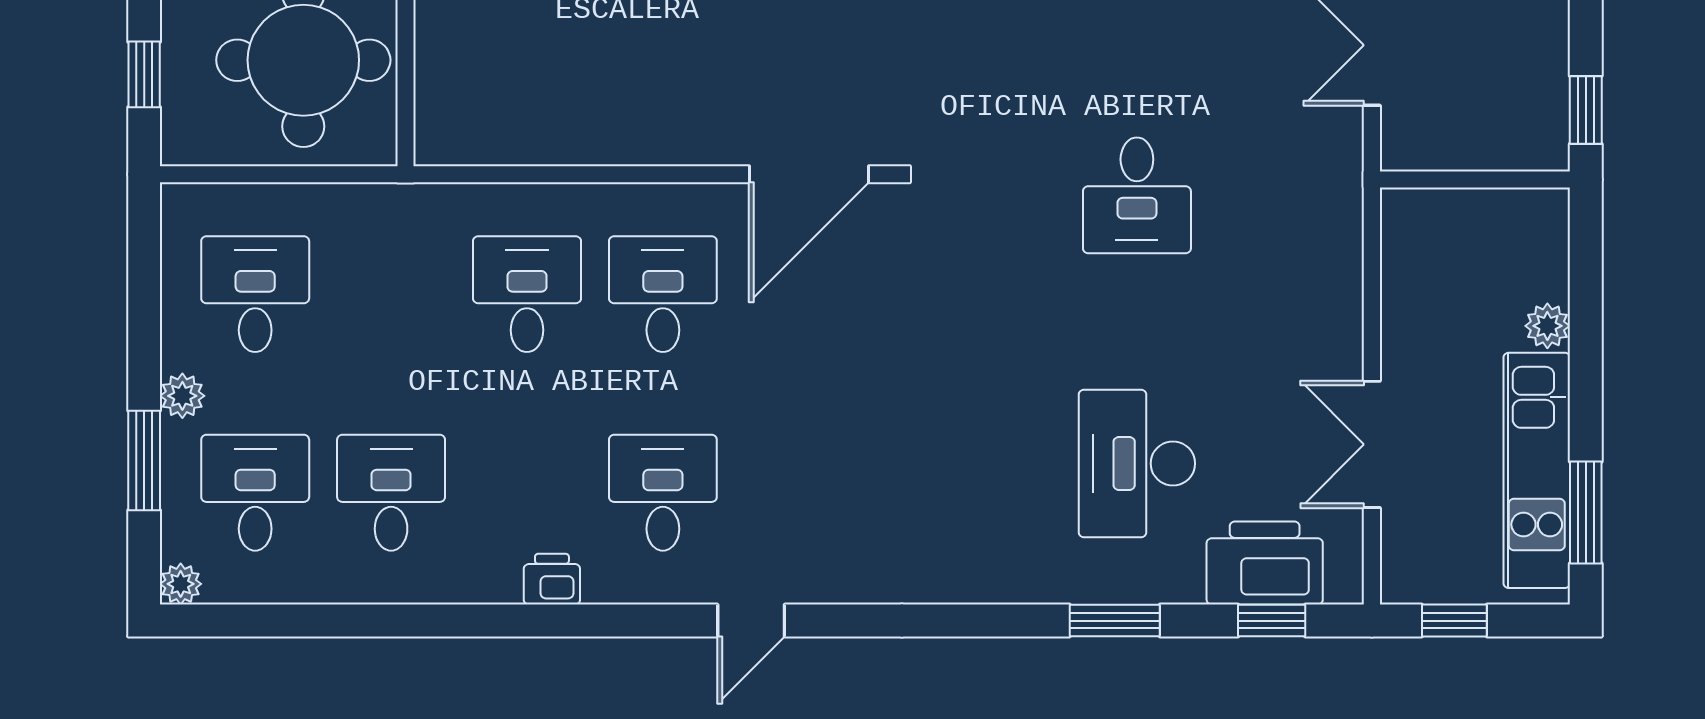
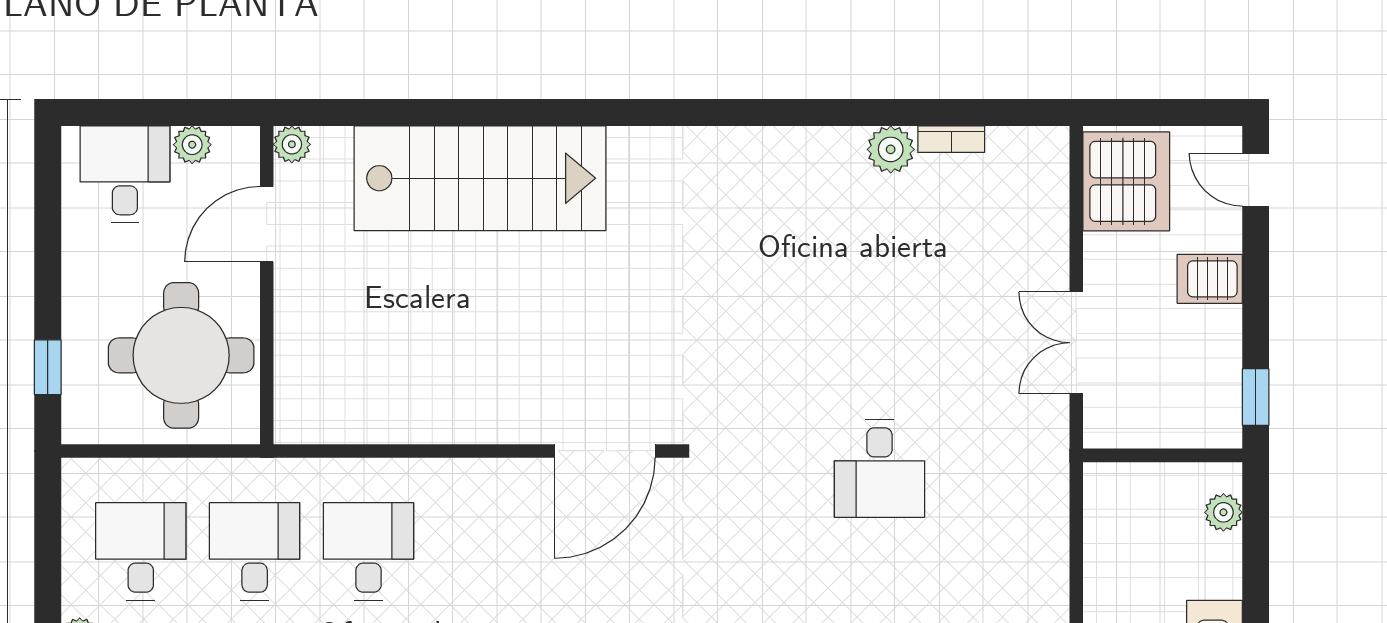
desk: (663, 294) -> (255, 551), moved
plant: (1547, 326) -> (1223, 512), moved

